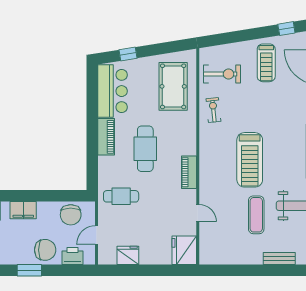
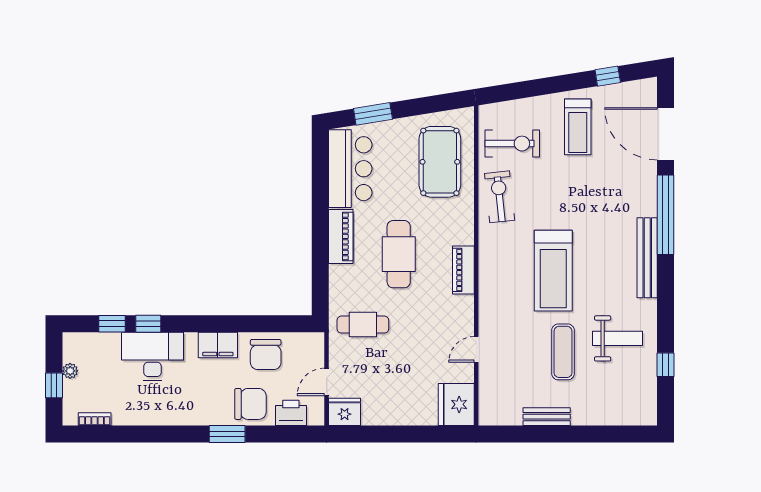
window: (128, 54) -> (373, 114), width x1.50
exercise bike: (213, 110) -> (500, 197), width x1.38, depth x1.39
piano: (189, 172) -> (463, 270), moved
door: (198, 213) -> (476, 349), swing flipped
chair: (71, 215) -> (266, 354), moved
fridge: (128, 255) -> (345, 412), moved
bench: (279, 259) -> (547, 417), moved

